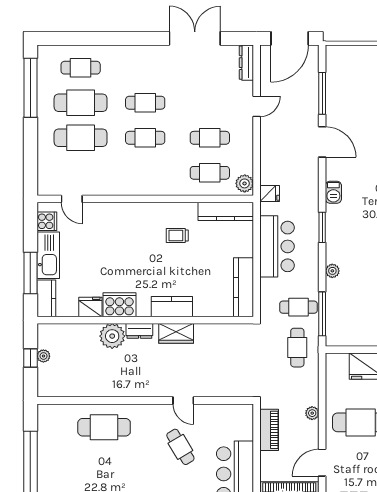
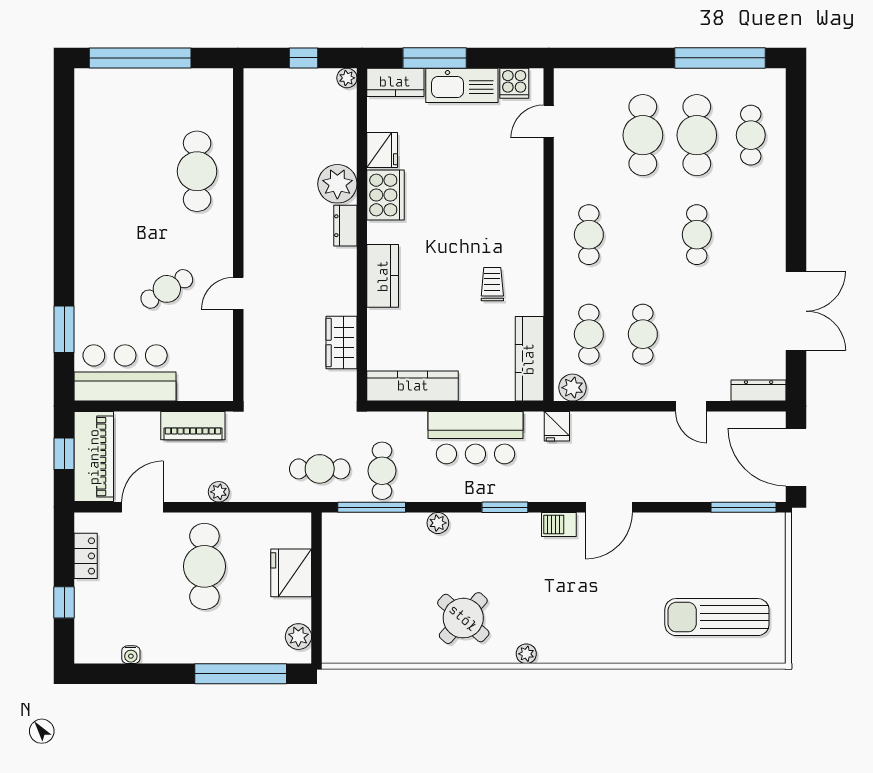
window: (322, 93) -> (744, 507), moved
cafe table: (145, 138) -> (589, 235), moved
door: (322, 142) -> (609, 507), moved
wardrobe: (176, 333) -> (342, 342), moved
plant: (43, 356) -> (347, 78), moved
door: (322, 463) -> (142, 507), hinge flipped

